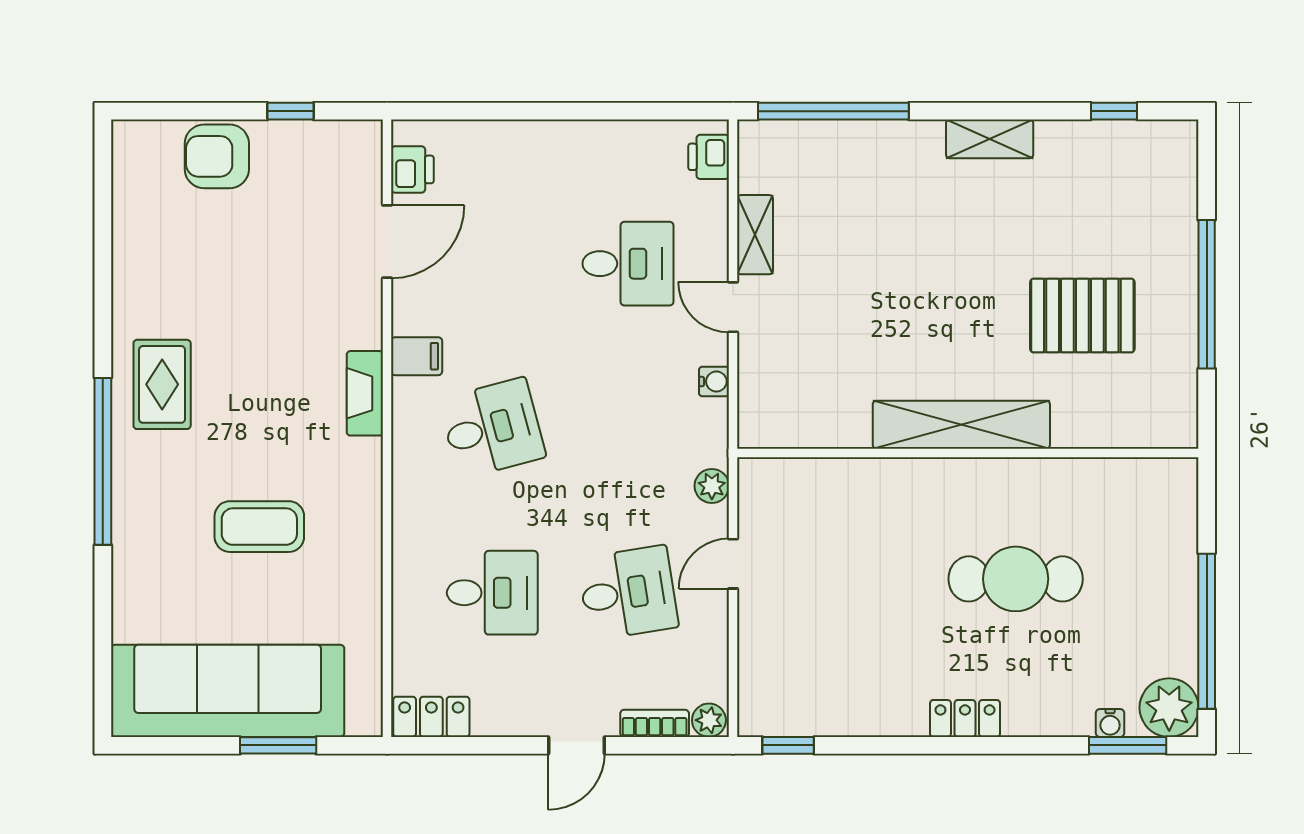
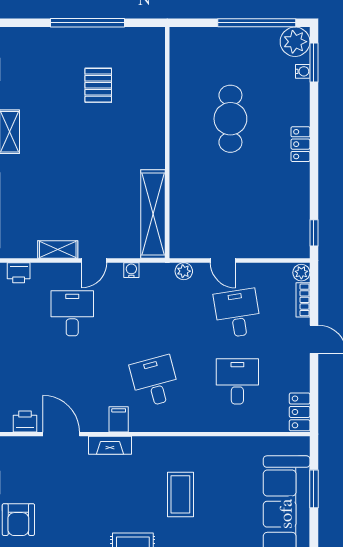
pallet: (1082, 316) -> (98, 85), width x0.67, depth x0.71
fireplace: (365, 393) -> (110, 445), moved
shelving: (961, 425) -> (153, 214), moved
coffee table: (259, 527) -> (180, 494), moved

